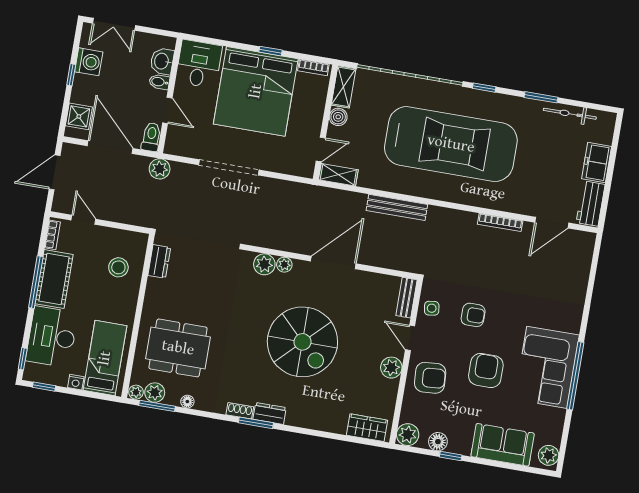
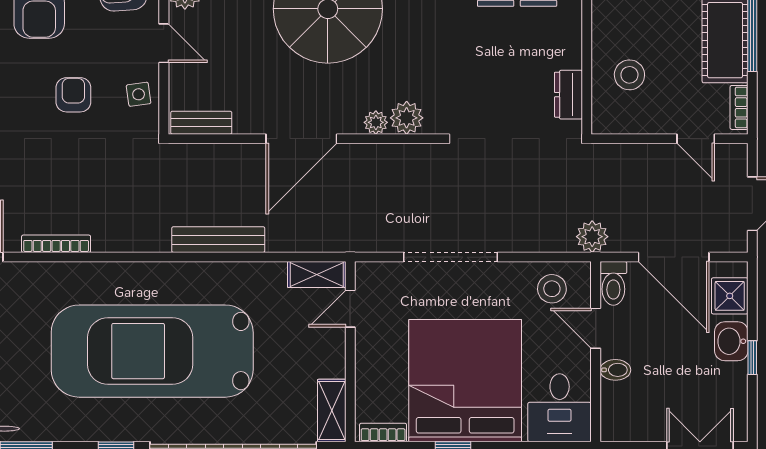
washbasin: (162, 61) -> (731, 341), moved, turned 180
washing machine: (89, 62) -> (729, 382), removed
boiler: (338, 117) -> (332, 363), removed
stool: (191, 140) -> (552, 289), added
doorway: (229, 167) -> (450, 257), moved
bench: (406, 298) -> (201, 123), moved, turned 90
armchair: (473, 315) -> (73, 95), turned 90

